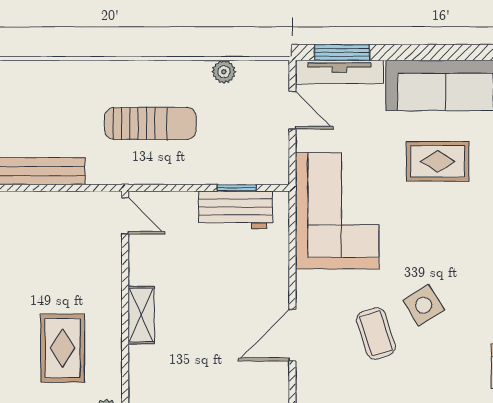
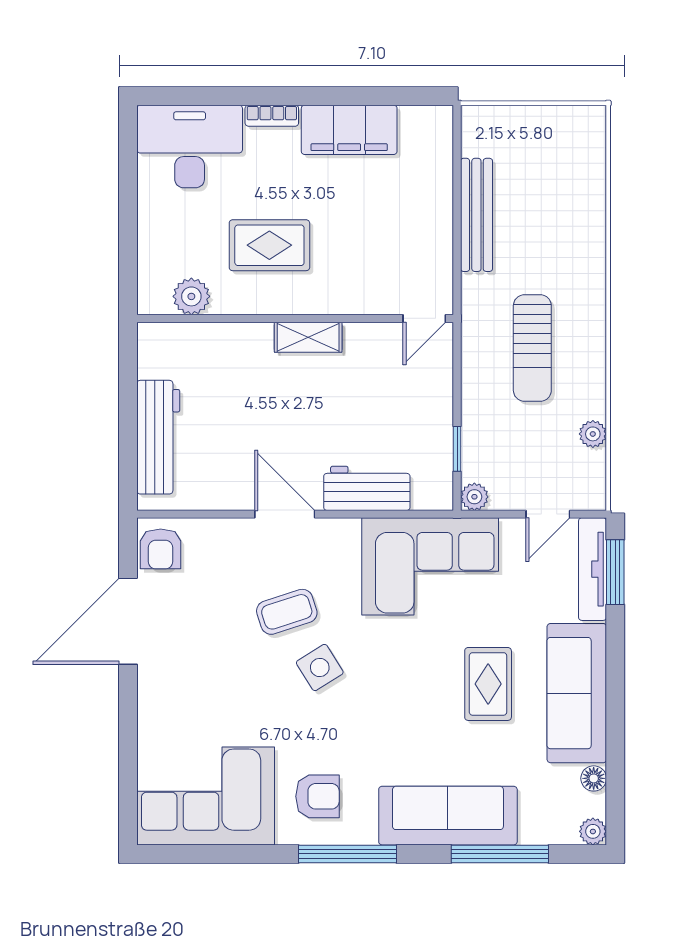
plant: (278, 173) -> (474, 497), added
workbench: (236, 210) -> (367, 488), moved, turned 90

